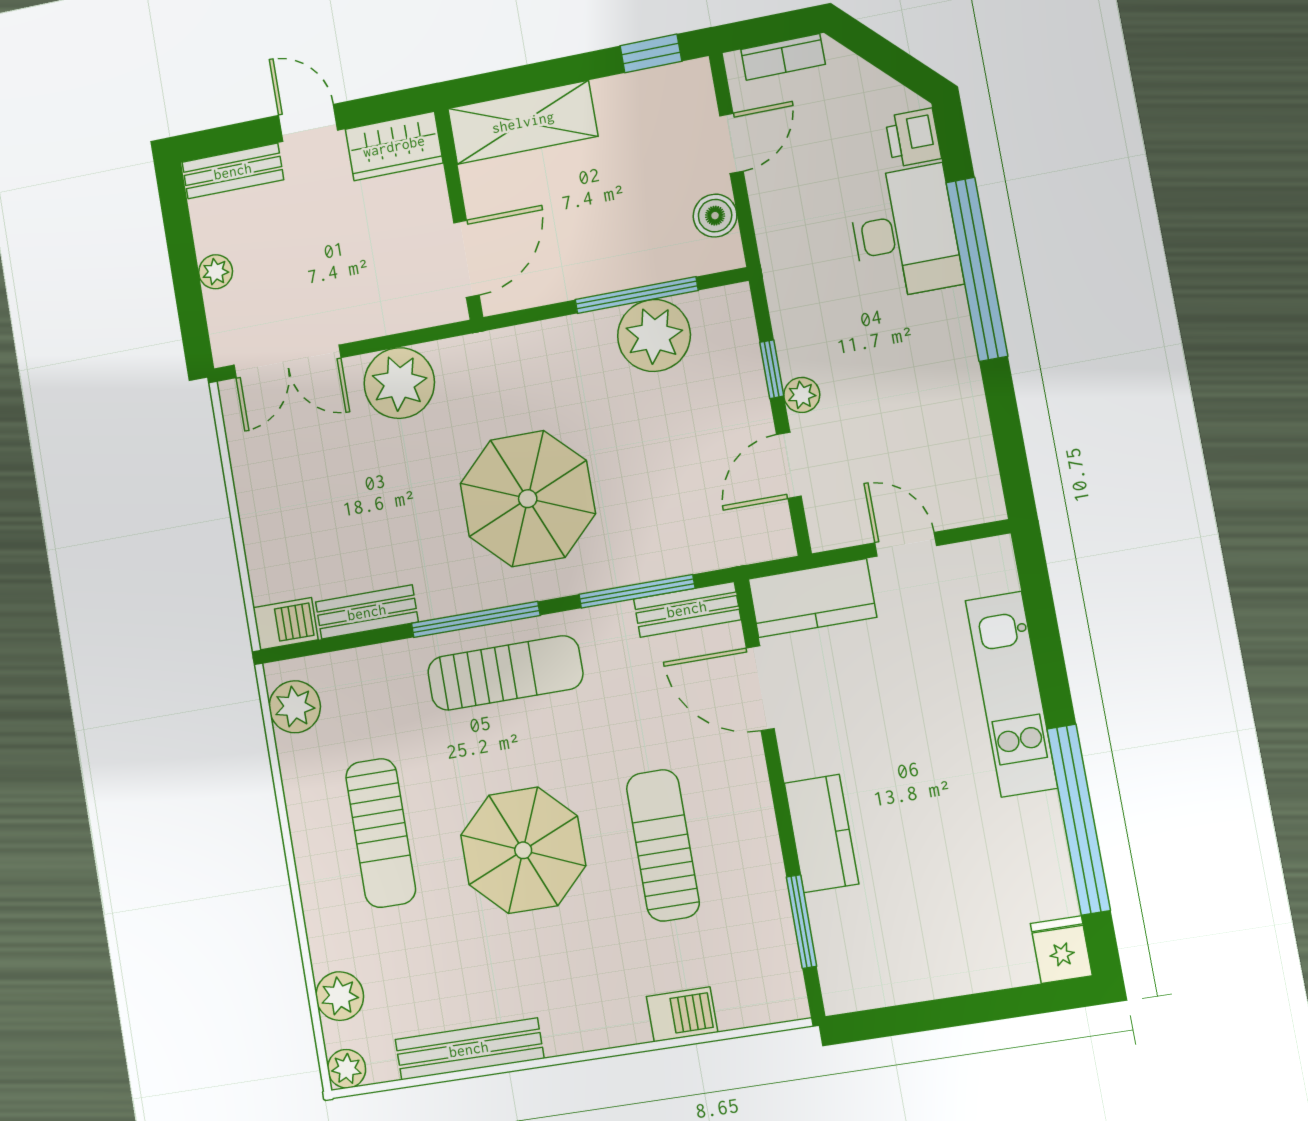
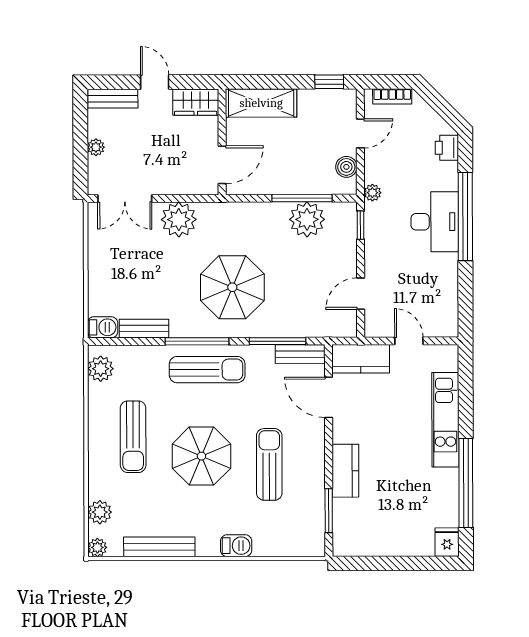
desk: (905, 232) -> (435, 222), moved
window: (772, 369) -> (360, 225), moved
plant: (802, 395) -> (372, 193), moved
barbecue: (682, 1014) -> (236, 546), moved

